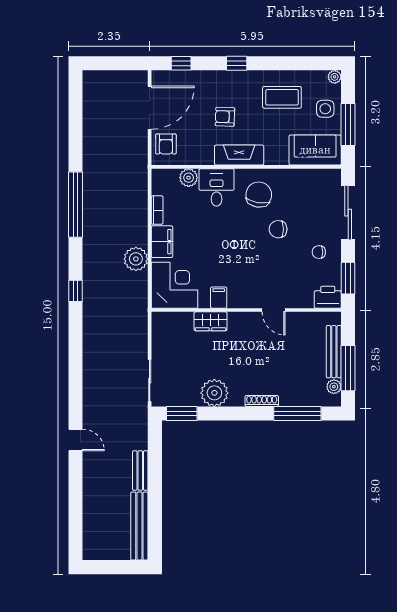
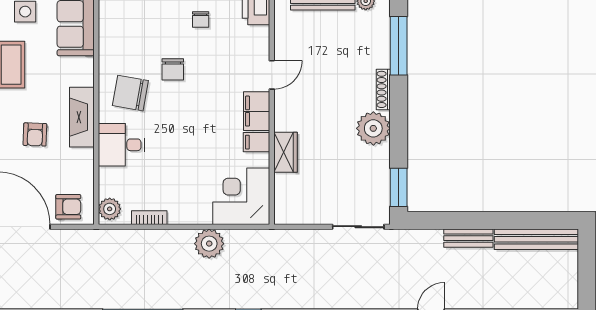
plant: (189, 178) -> (110, 209), moved
filing cabinet: (162, 242) -> (257, 111), moved, turned -90
plant: (214, 393) -> (373, 128), moved

